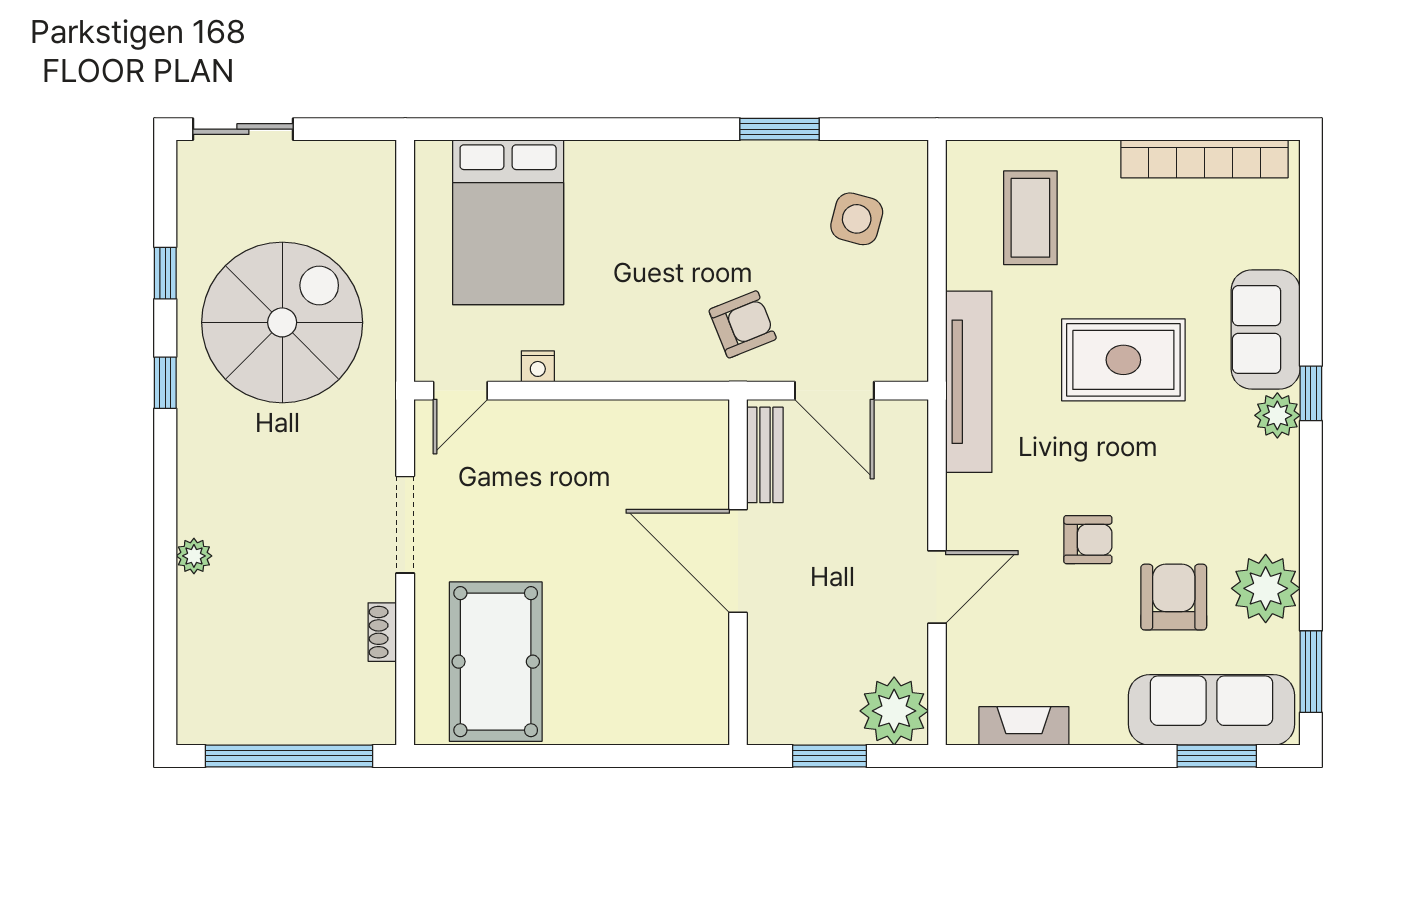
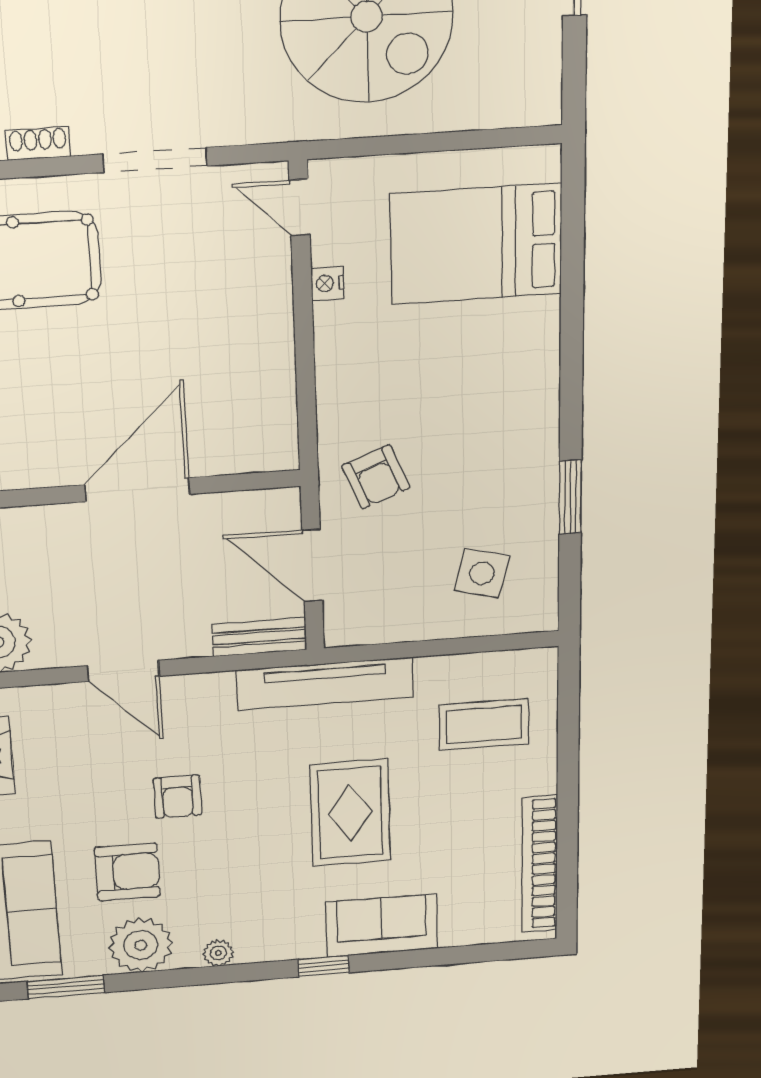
door: (834, 391) -> (312, 566), hinge flipped
plant: (1277, 415) -> (218, 953), moved, width x0.73, depth x0.73
bench: (765, 455) -> (259, 637), moved

